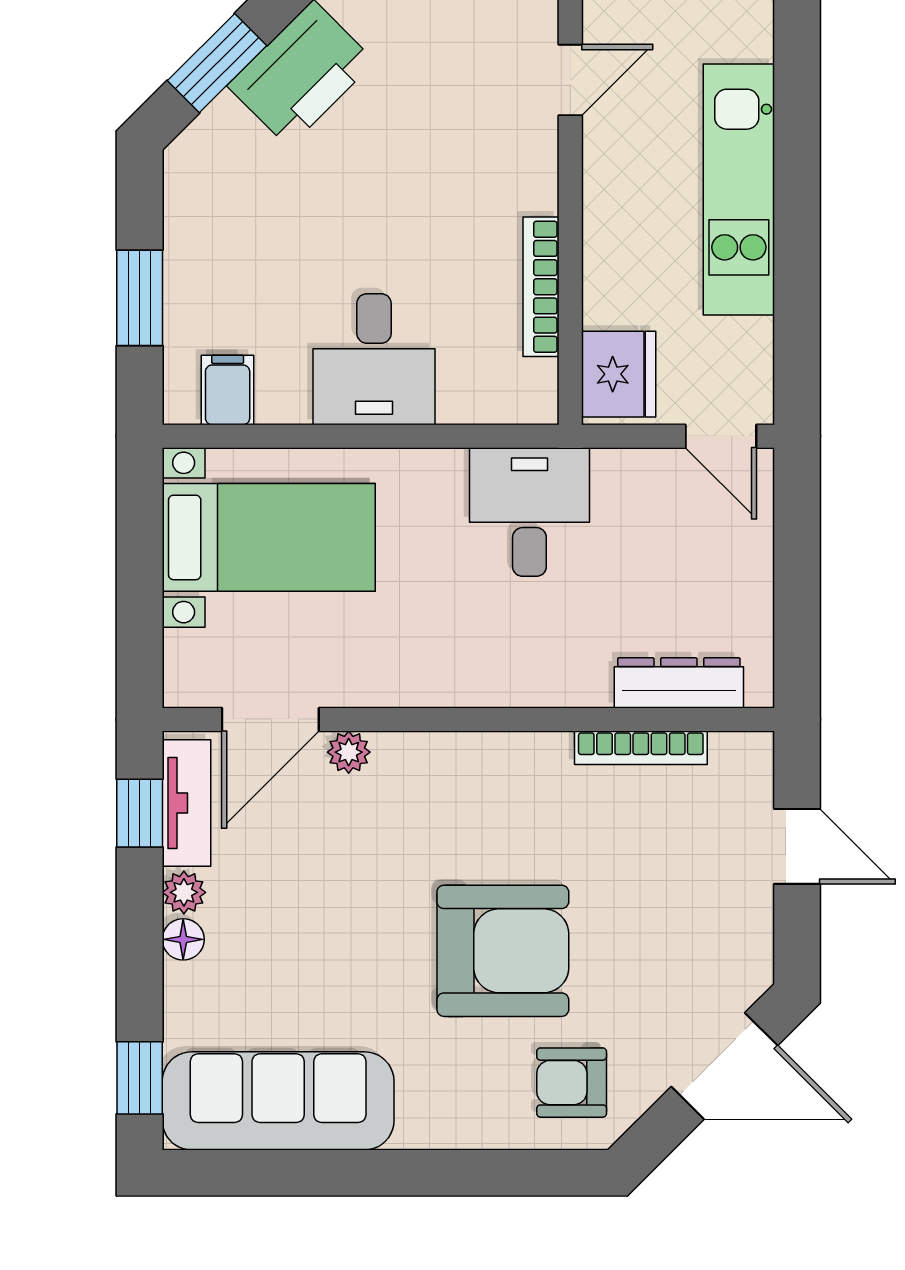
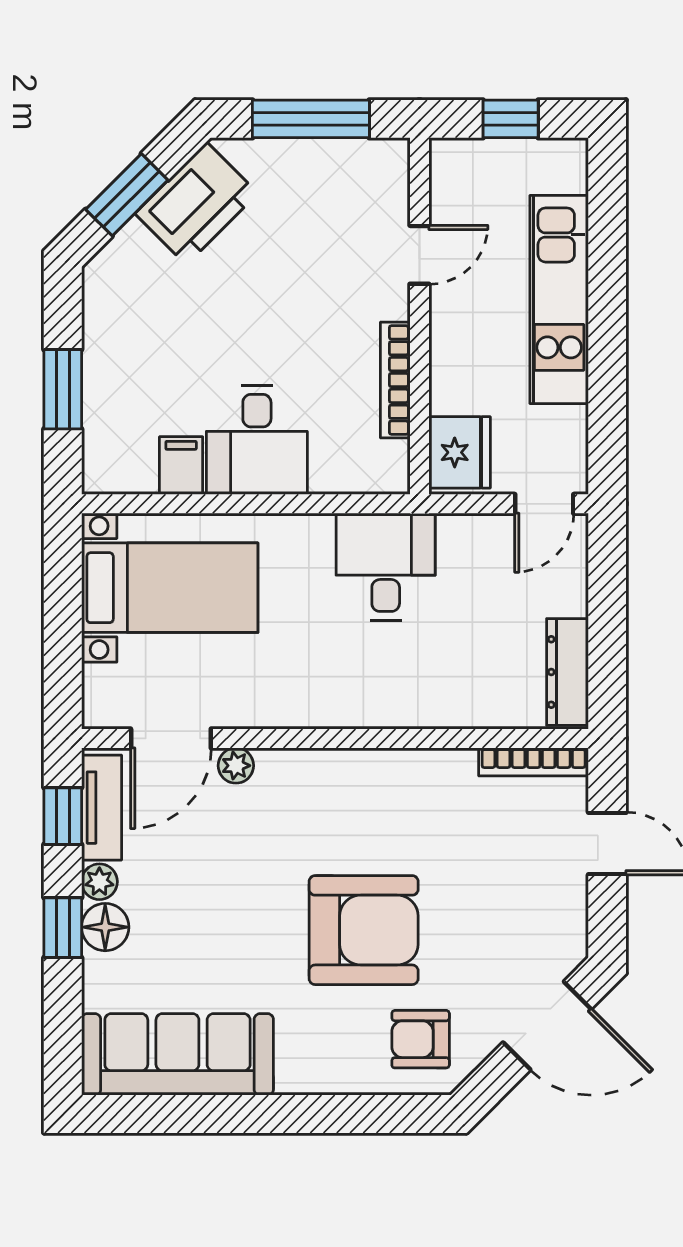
door: (570, 80) -> (419, 255), moved
filing cabinet: (228, 390) -> (181, 466), moved
door: (721, 436) -> (544, 504), hinge flipped
dresser: (679, 683) -> (568, 672), moved, turned -90
bookcase: (641, 748) -> (534, 762), moved
floor lamp: (183, 939) -> (105, 927), width x1.37, depth x1.37
window: (140, 1078) -> (63, 928), moved

